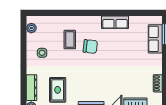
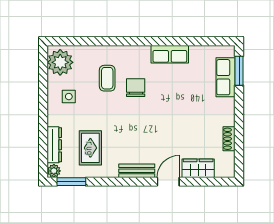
plant: (31, 28) -> (60, 62), width x1.88, depth x1.88
chair: (90, 46) -> (136, 88), turned -96

